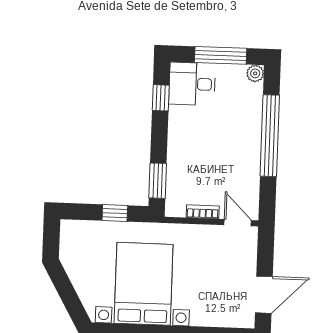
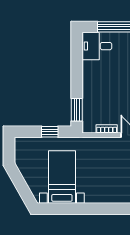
window: (161, 98) -> (77, 56), removed
bed with nightstands: (144, 284) -> (62, 177), width x0.73

